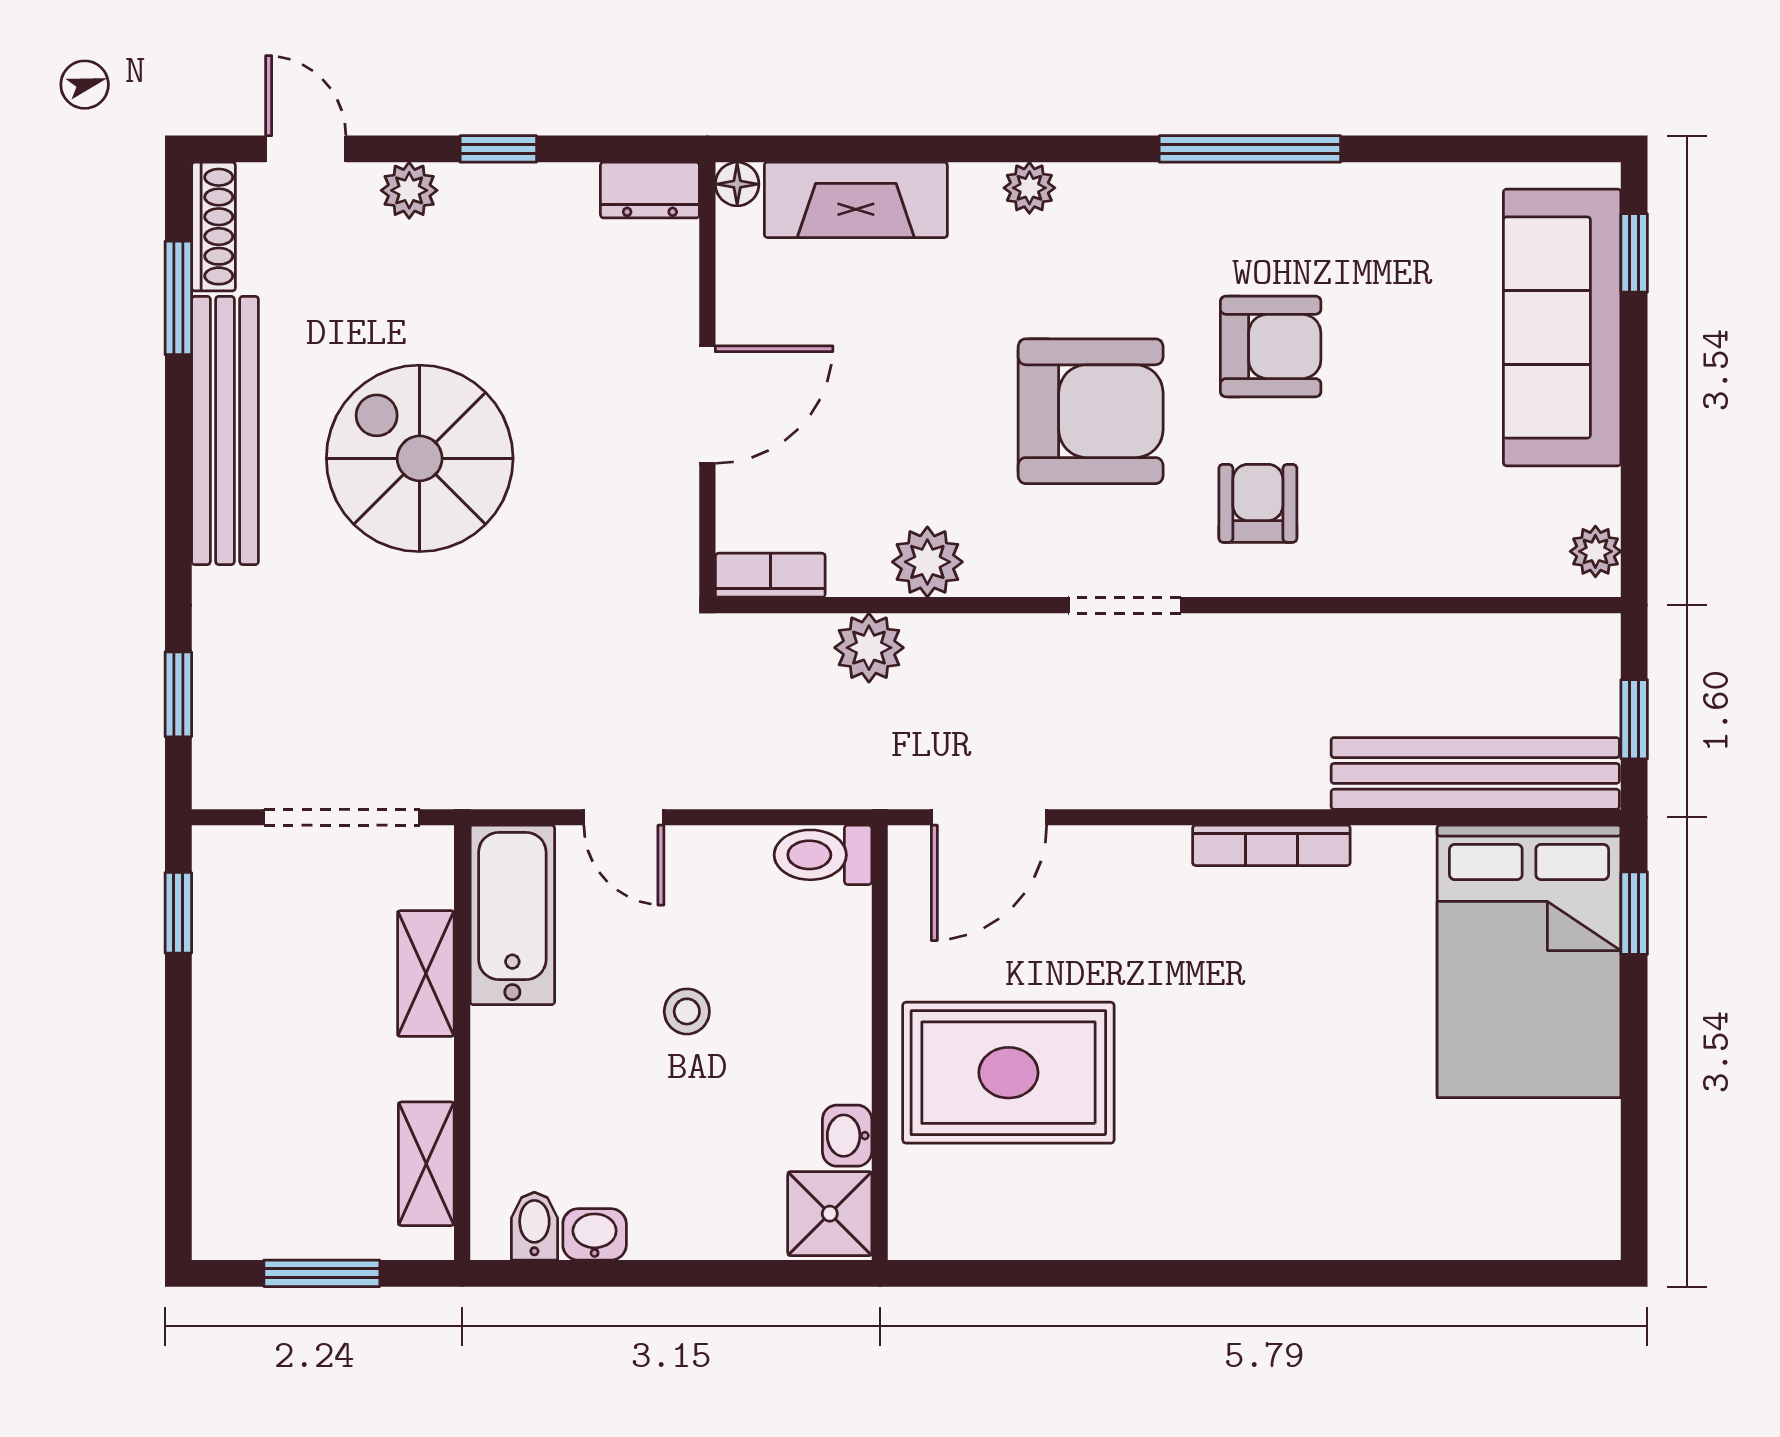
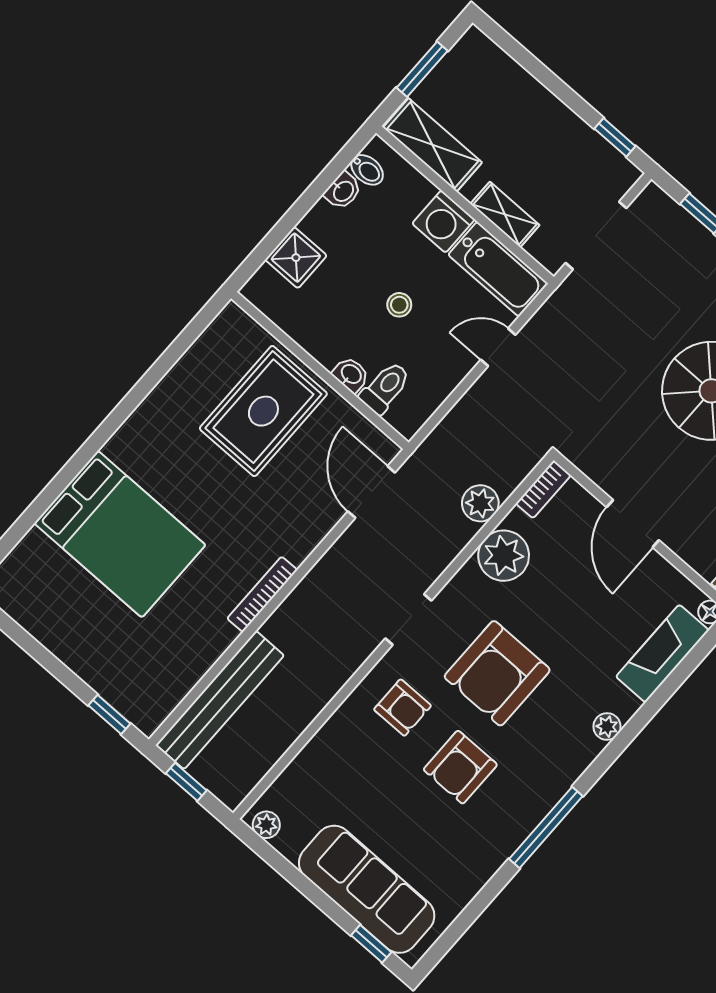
plant: (927, 562) -> (504, 556), width x1.36, depth x1.36
toilet: (823, 855) -> (385, 388), moved
bed: (1529, 961) -> (120, 534), moved, turned 180
washing machine: (513, 1053) -> (443, 221), added
washbasin: (847, 1136) -> (351, 375), moved
shelving: (426, 1164) -> (433, 145), width x1.50, depth x1.33
shower: (830, 1214) -> (296, 258), moved

